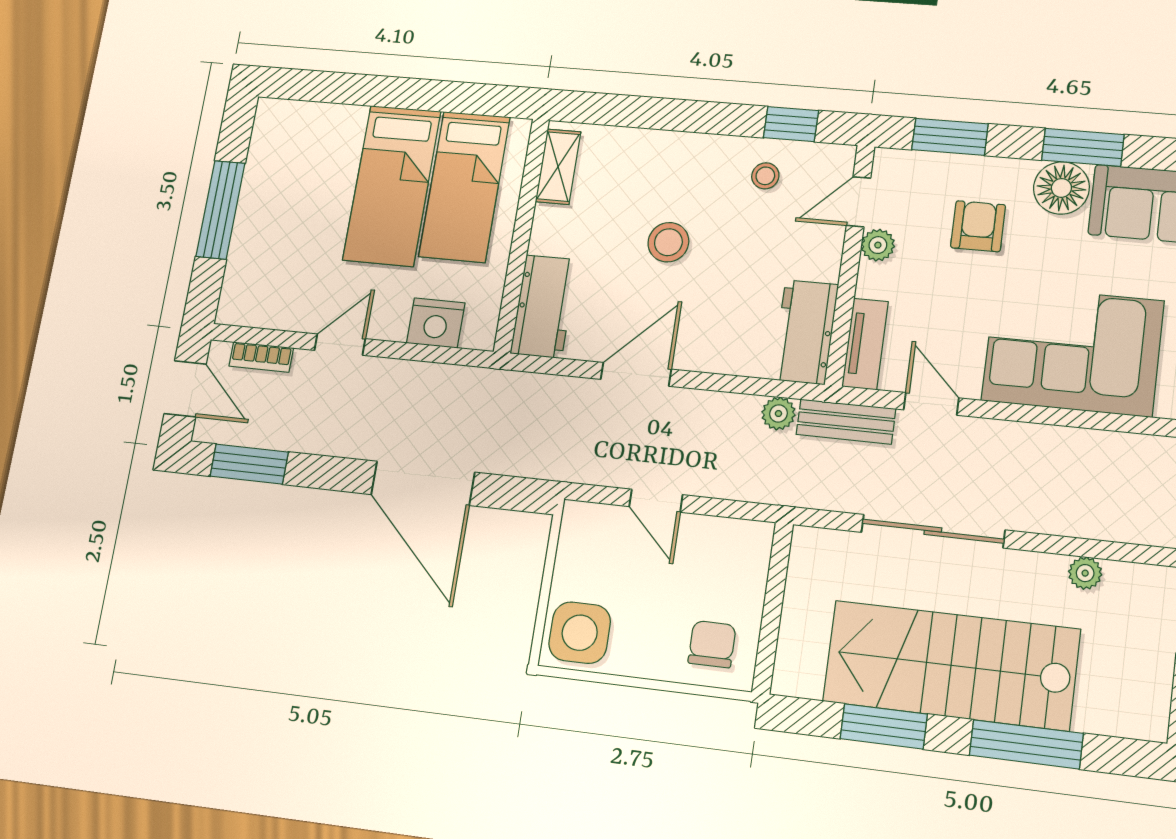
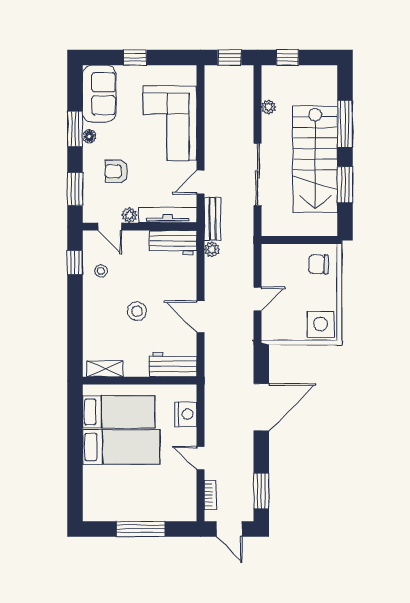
floor lamp: (1061, 188) -> (89, 136), width x0.53, depth x0.53
tv unit: (865, 344) -> (168, 215), width x1.41
door: (185, 389) -> (229, 529), swing flipped

